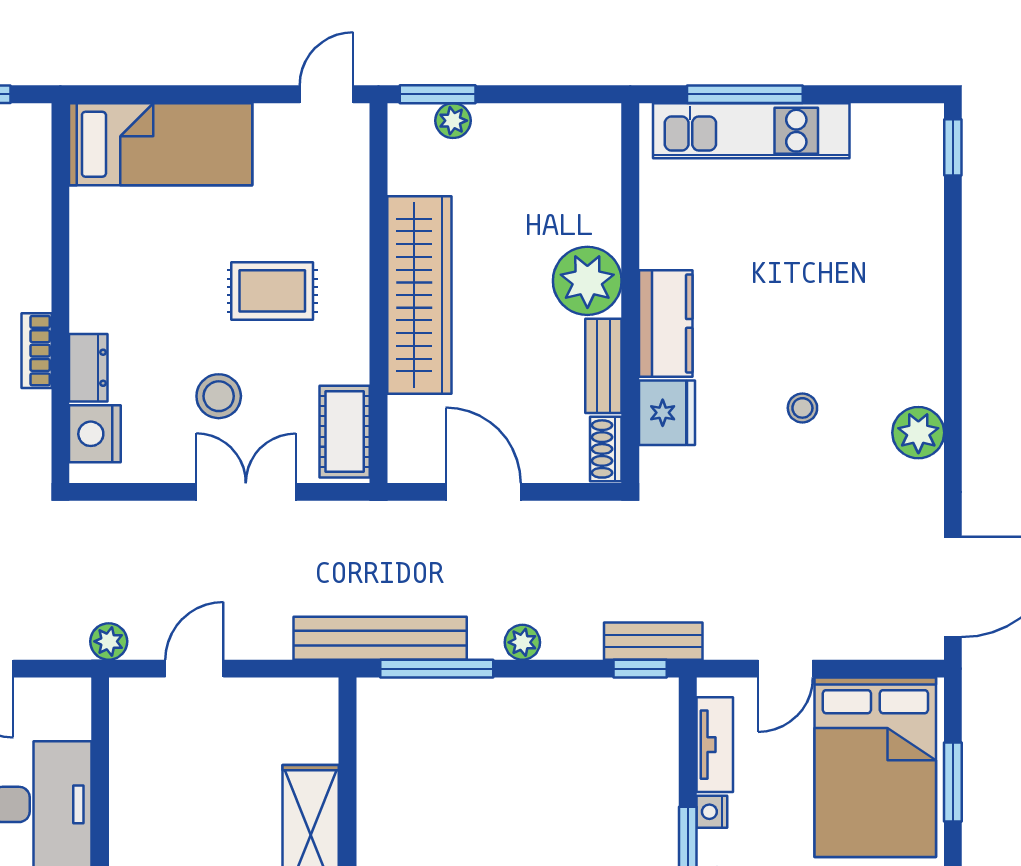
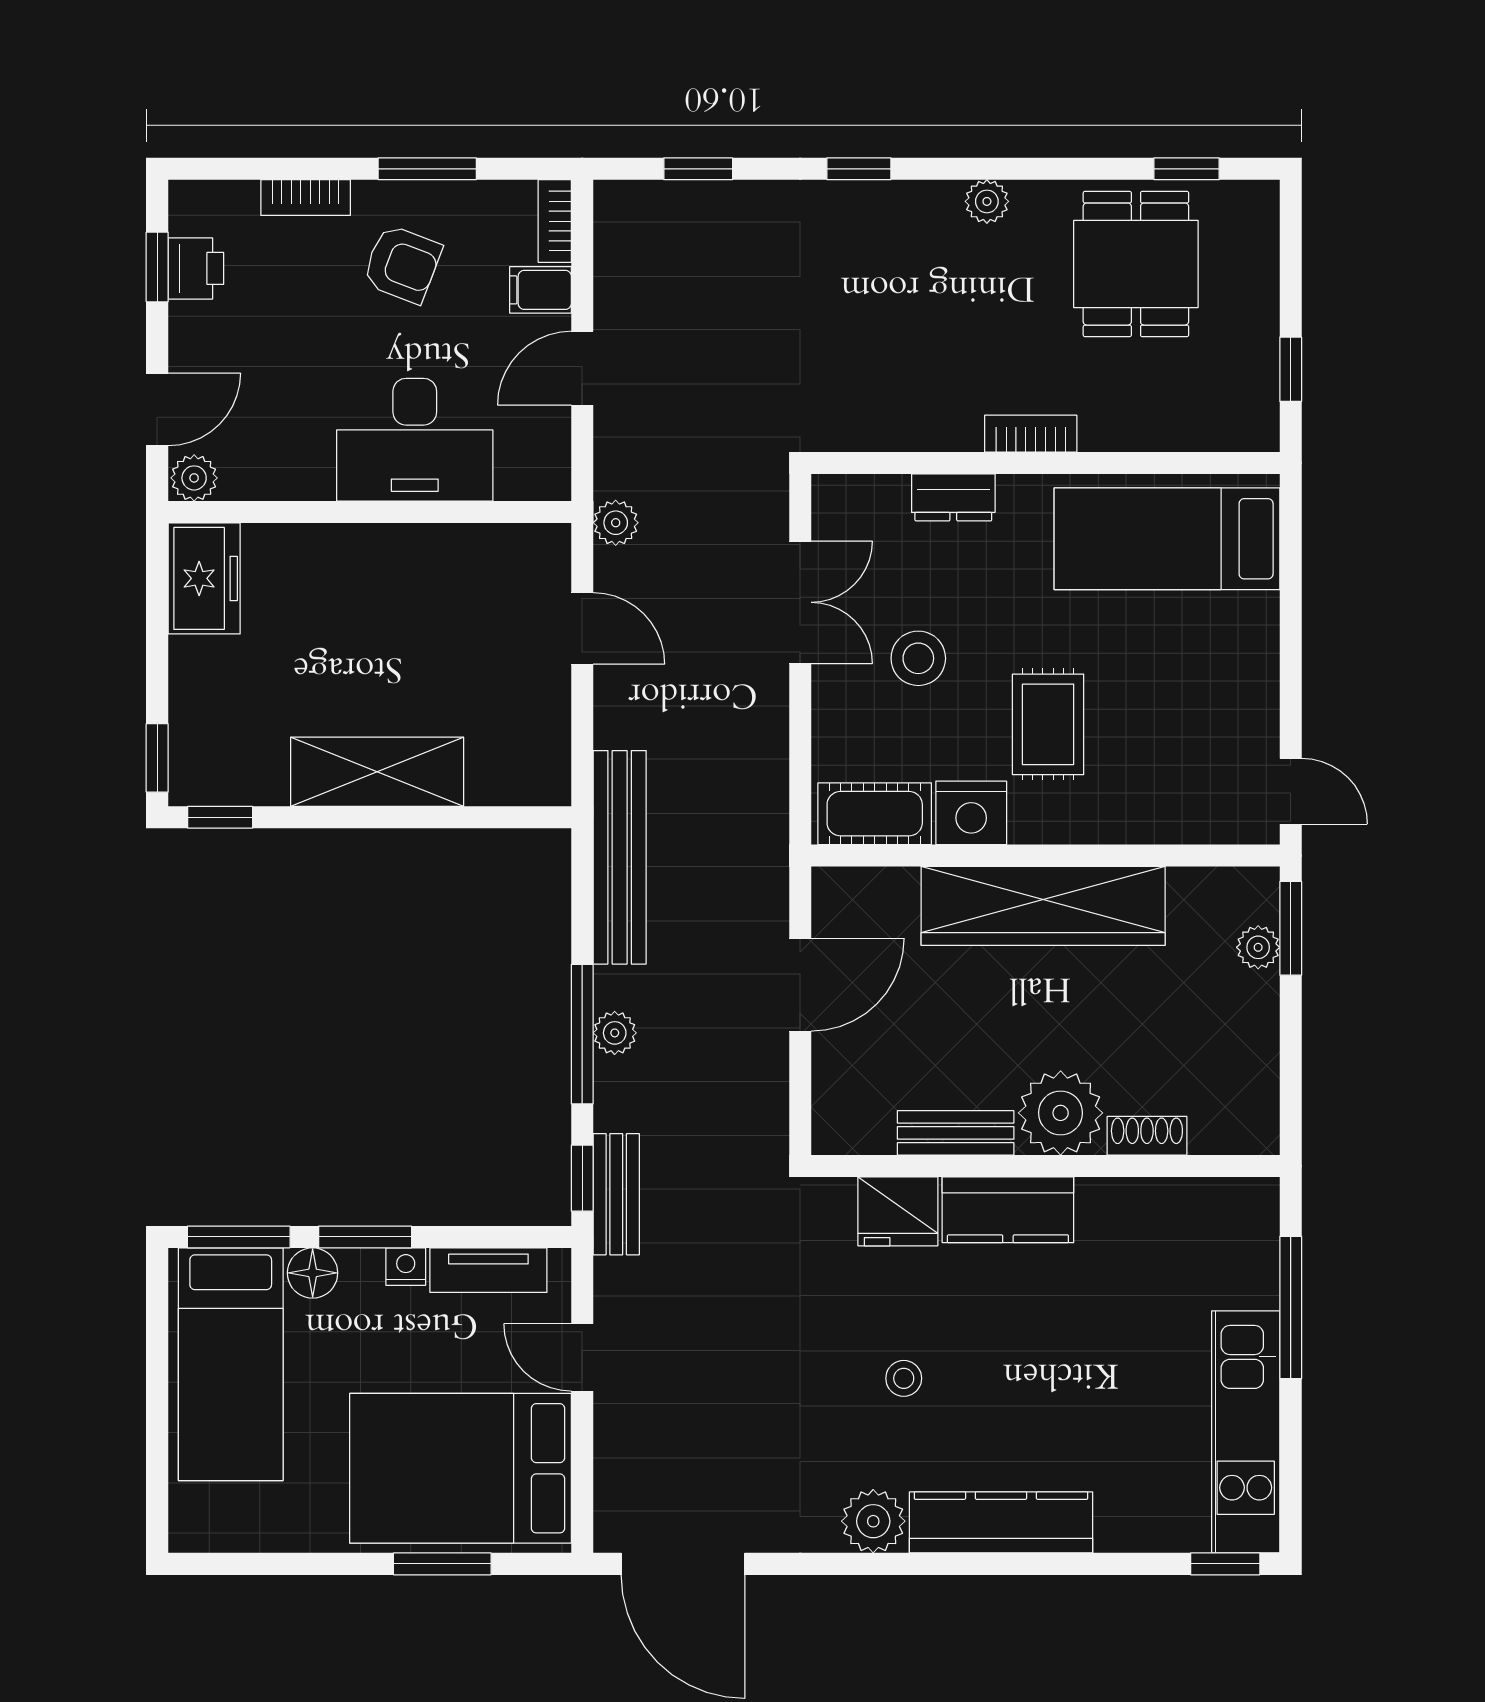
kitchen unit: (751, 131) -> (1246, 1432), moved
bed: (161, 144) -> (1167, 539), moved, turned 90
kitchen counter: (919, 329) -> (1001, 1522), added
bookcase: (37, 351) -> (1031, 434), moved
nightstand: (95, 434) -> (971, 813), moved, turned 180
shoe rack: (606, 449) -> (1147, 1136), moved
double door: (246, 492) -> (800, 602), moved
window: (437, 669) -> (582, 1034), moved

